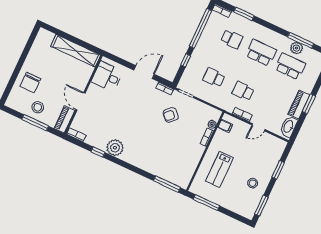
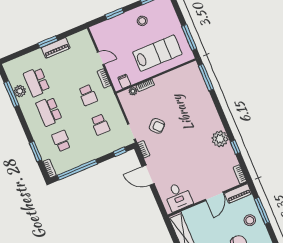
window: (186, 60) -> (120, 152), moved
washbasin: (289, 127) -> (78, 39), removed
lab bench: (220, 169) -> (157, 53), width x1.36, depth x1.39

